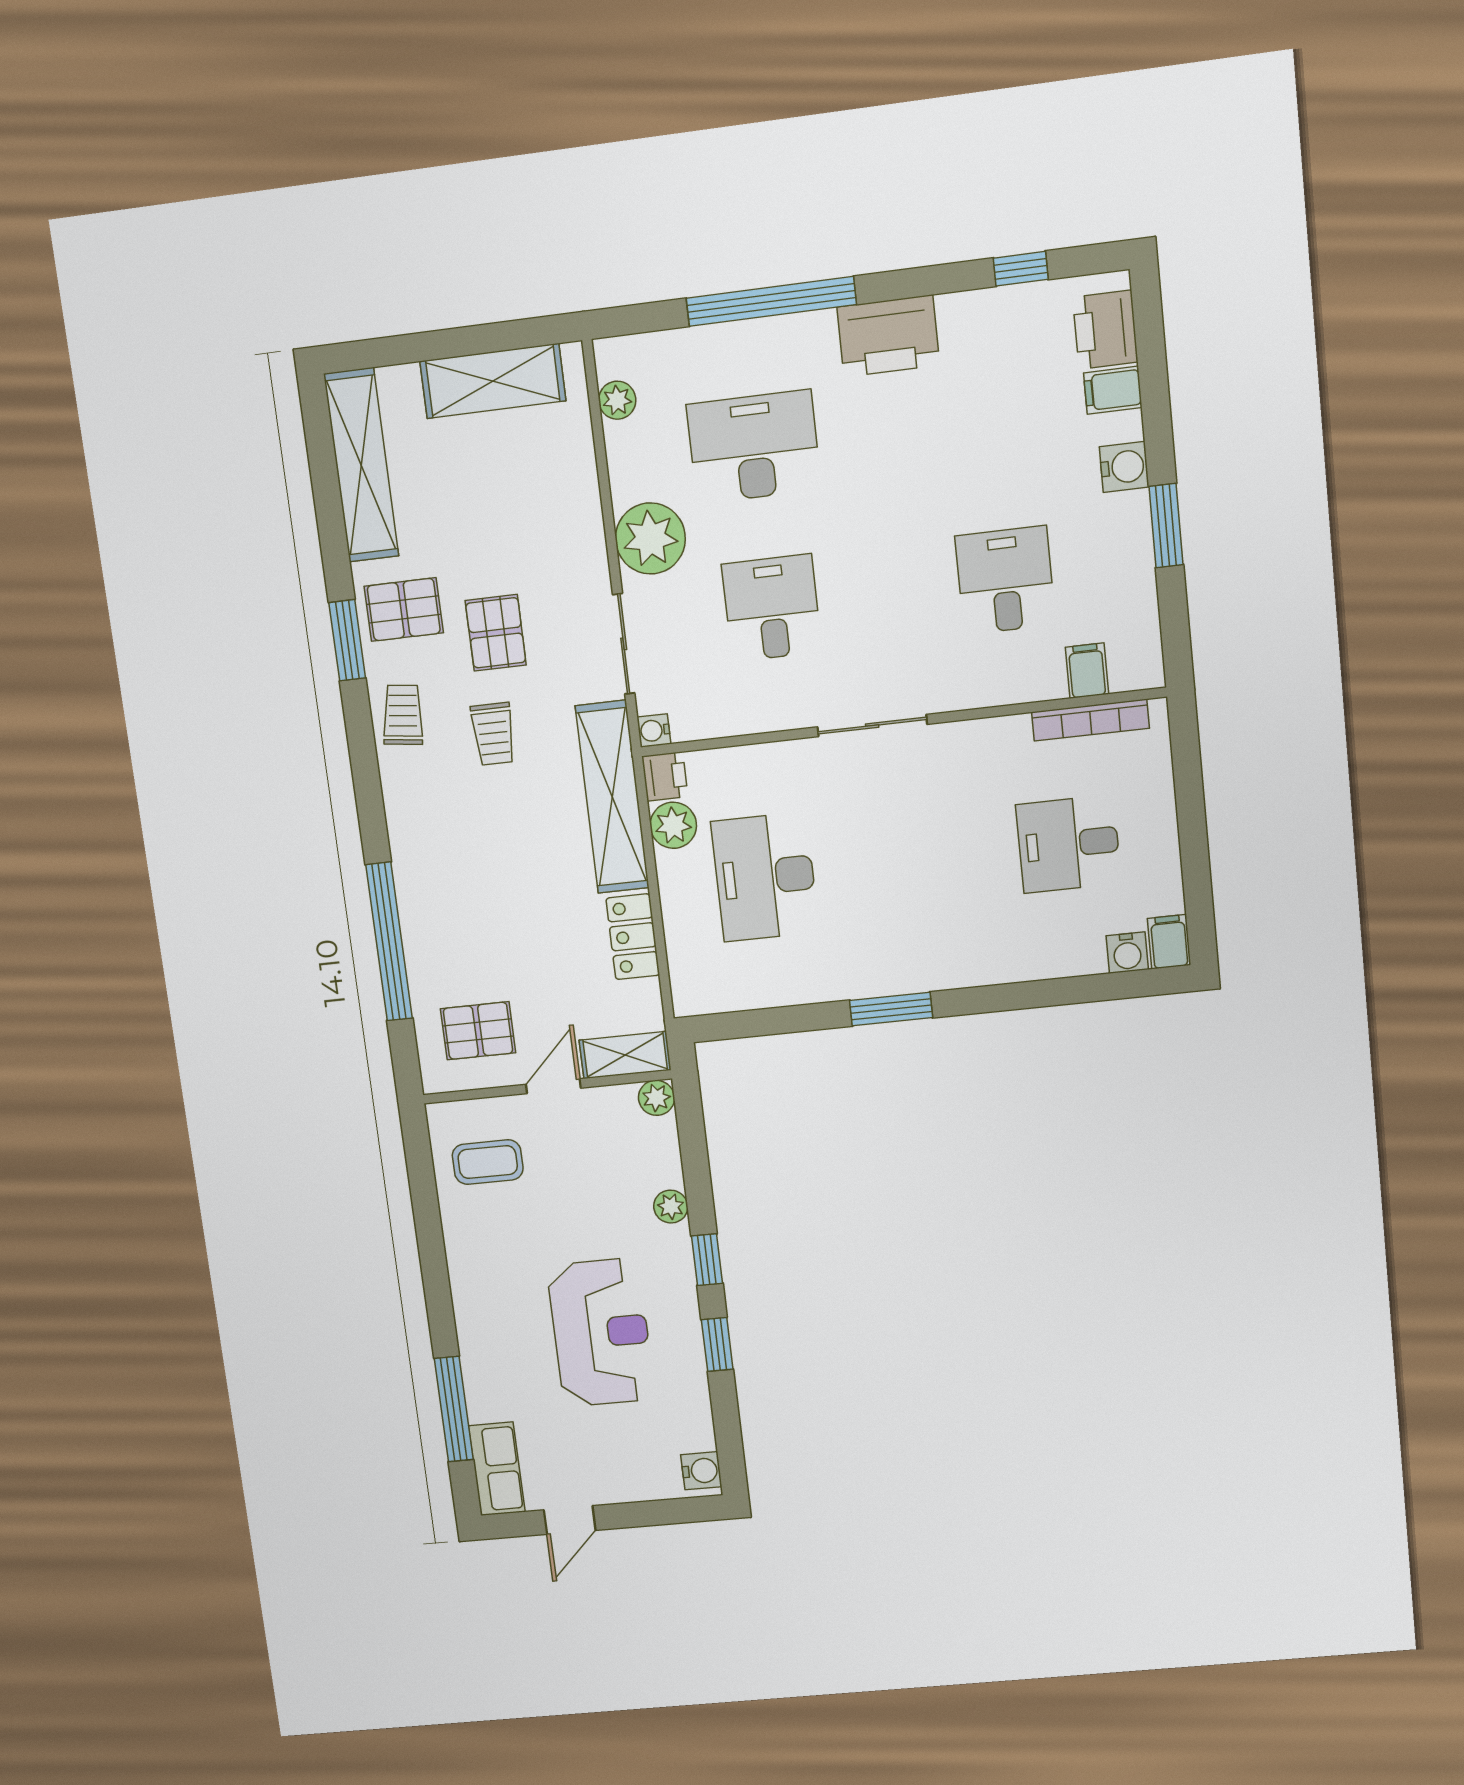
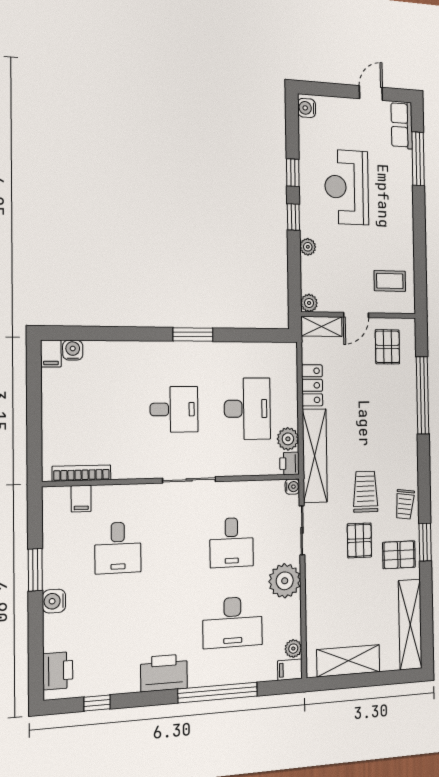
filing cabinet: (1113, 390) -> (290, 670), moved, turned 180
trolley: (493, 734) -> (365, 492), width x1.36, depth x1.39
desk: (1068, 844) -> (174, 409), moved
pallet: (478, 1031) -> (387, 347), turned 90

